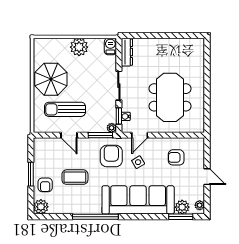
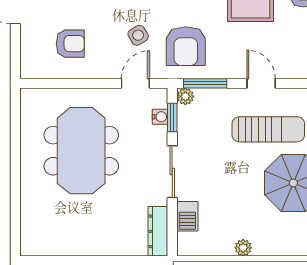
barbecue: (110, 46) -> (187, 216), moved
plant: (79, 47) -> (243, 248), width x0.53, depth x0.53

